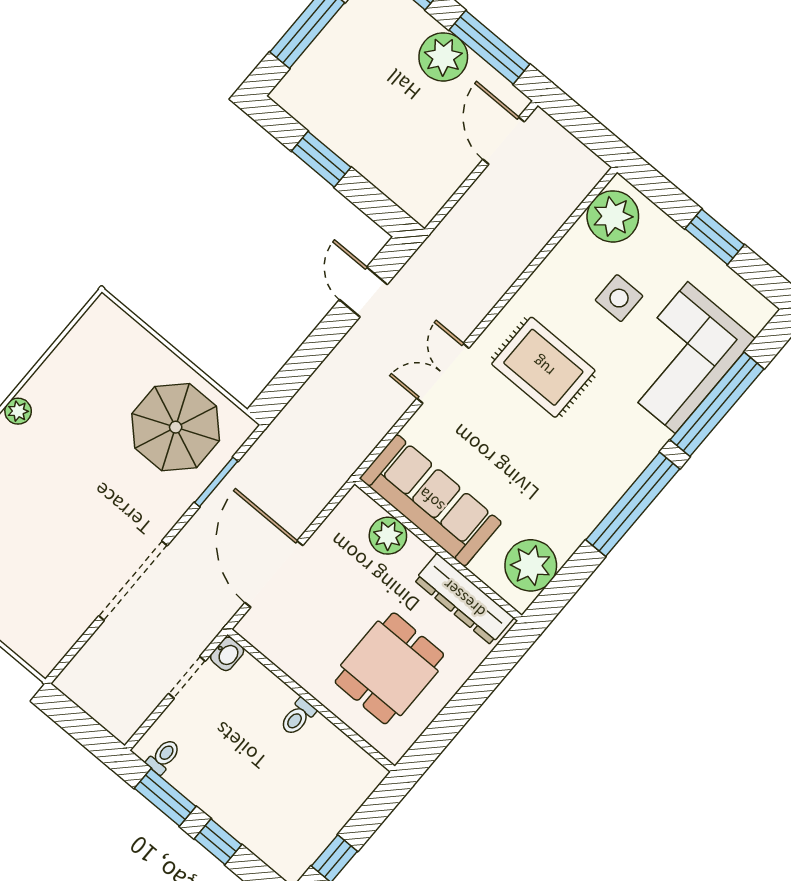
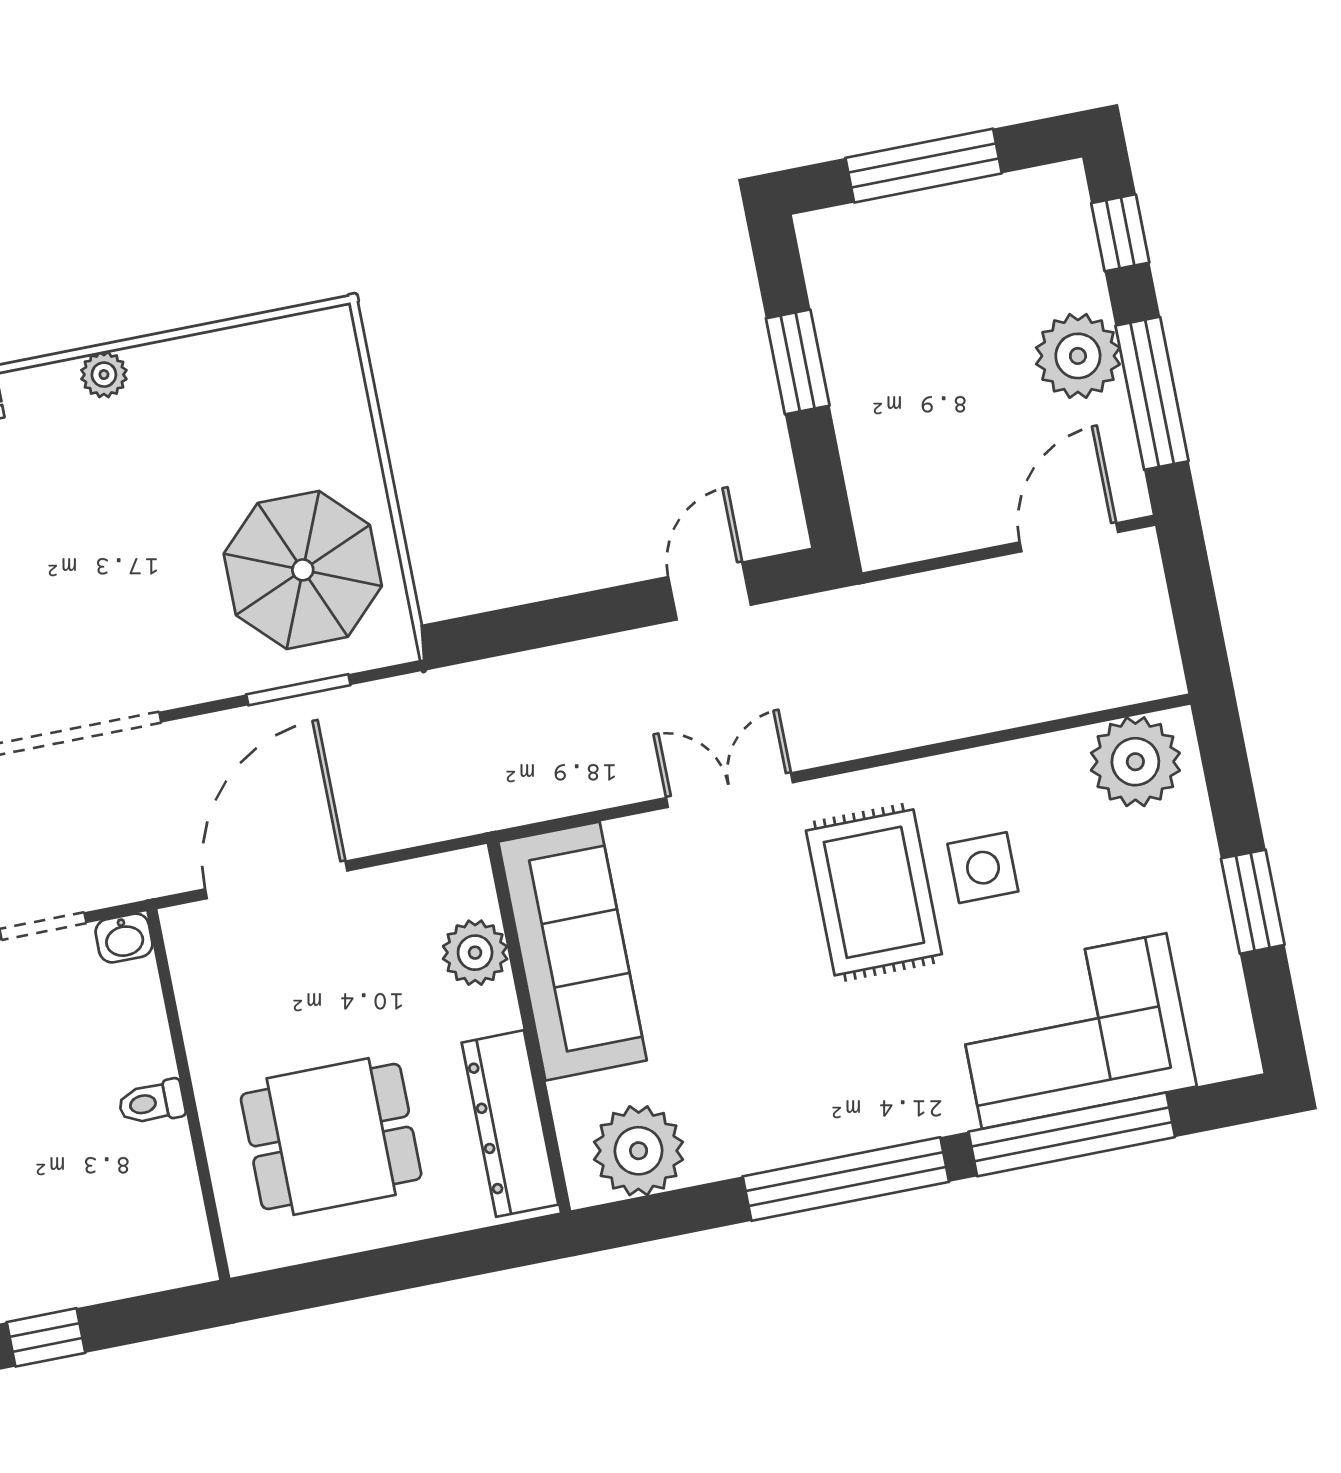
side table: (619, 298) -> (983, 868), moved

